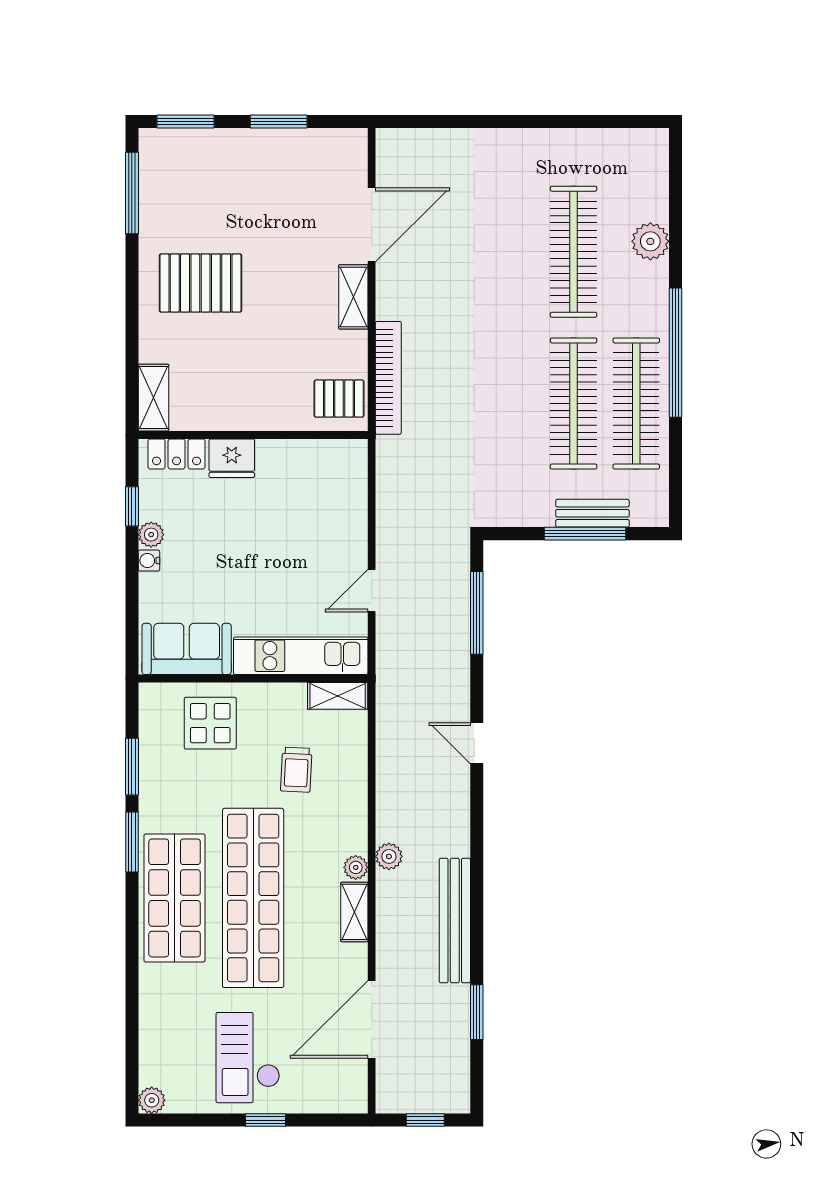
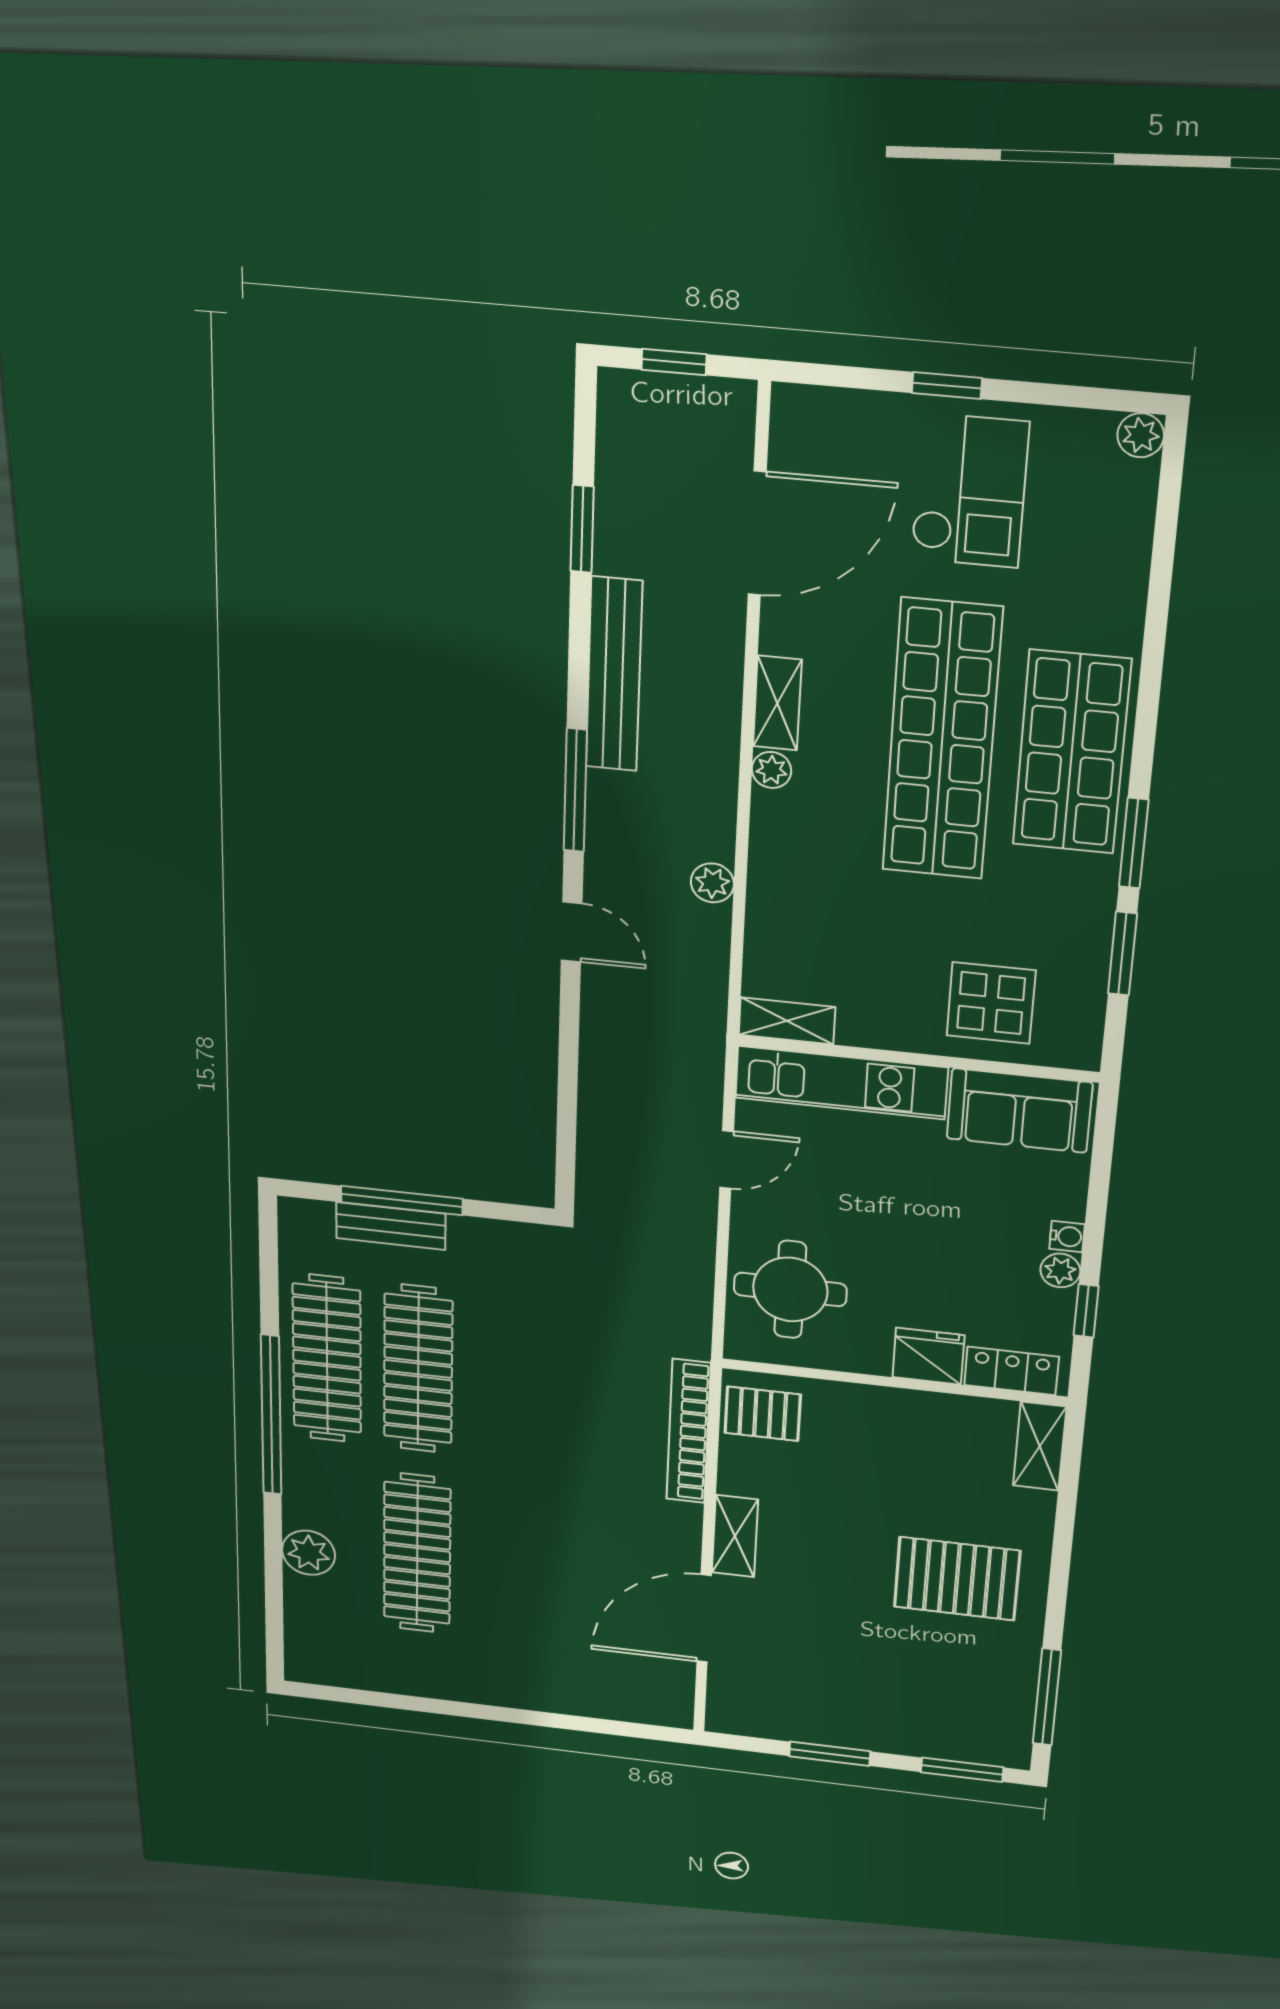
round table: (325, 498) -> (790, 1289), added
window: (477, 613) -> (575, 790), moved
trolley: (296, 770) -> (859, 923), removed
plant: (389, 856) -> (712, 883), moved

